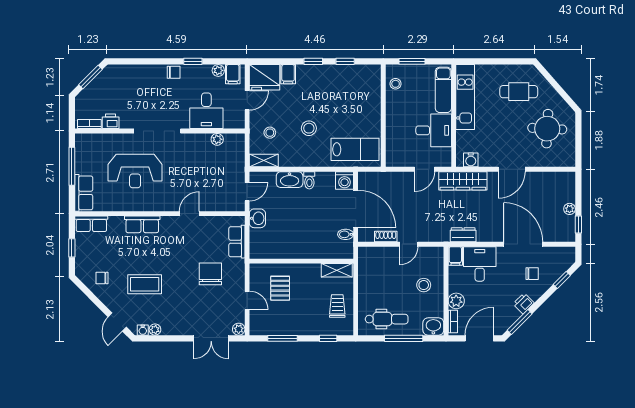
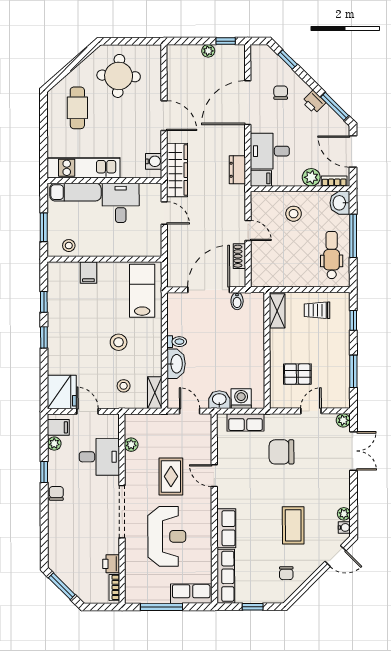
filing cabinet: (288, 74) -> (88, 273), moved, turned 90
rug: (189, 175) -> (171, 476), added
washing machine: (345, 180) -> (241, 399), moved, turned -90
row of seats: (91, 224) -> (226, 576), width x1.48

